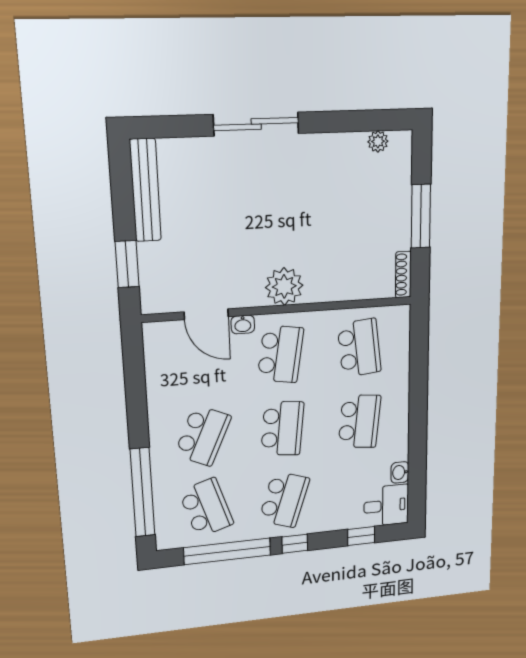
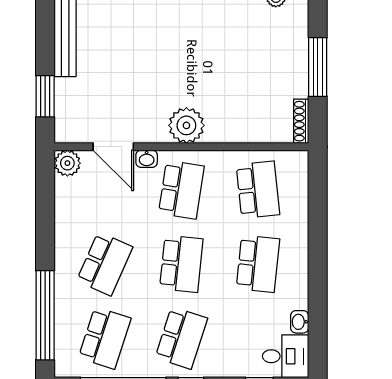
plant: (157, 335) -> (67, 163), added
school desk: (206, 508) -> (105, 338), turned 36

